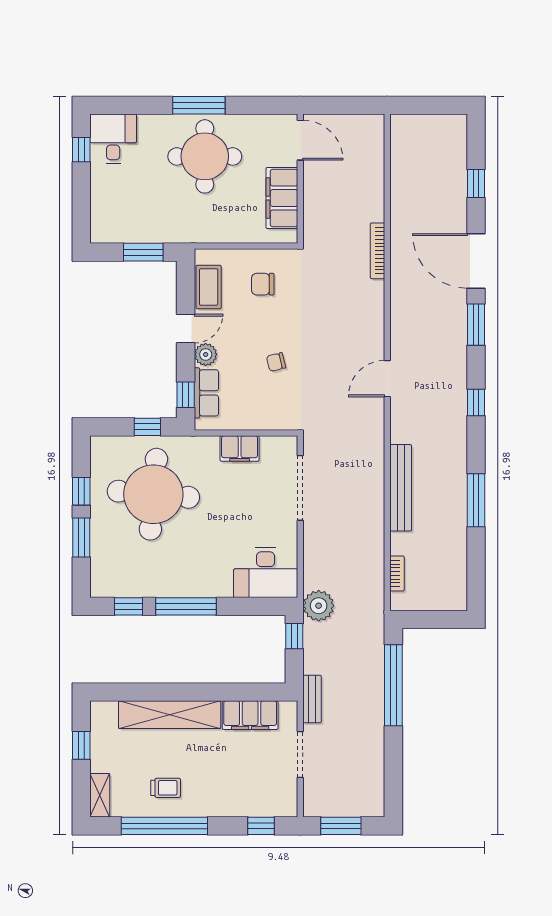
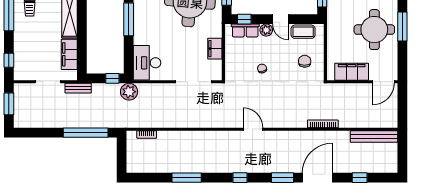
bench: (401, 488) -> (374, 137), moved

